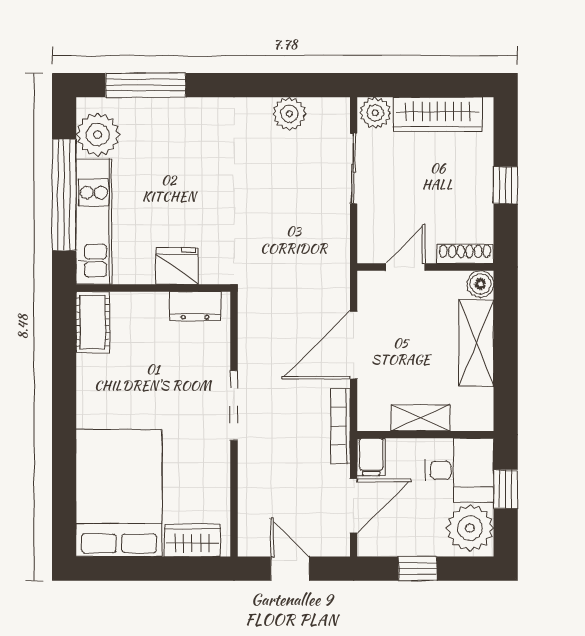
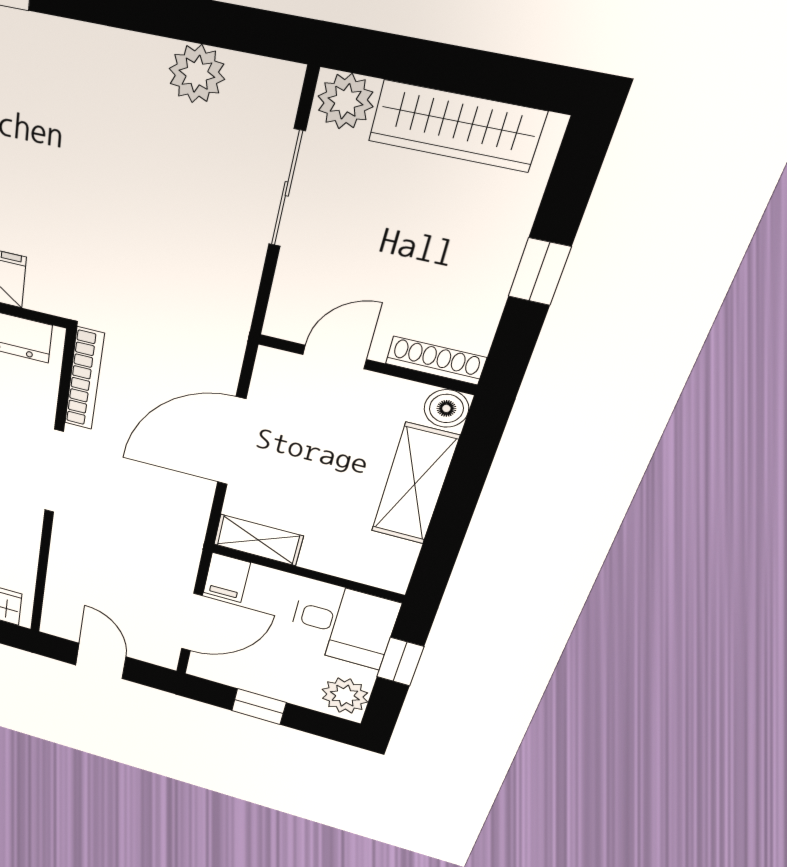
shelving: (421, 418) -> (258, 540), moved
bookcase: (340, 426) -> (84, 379), moved, turned 180
plant: (470, 528) -> (345, 696), width x0.73, depth x0.73

